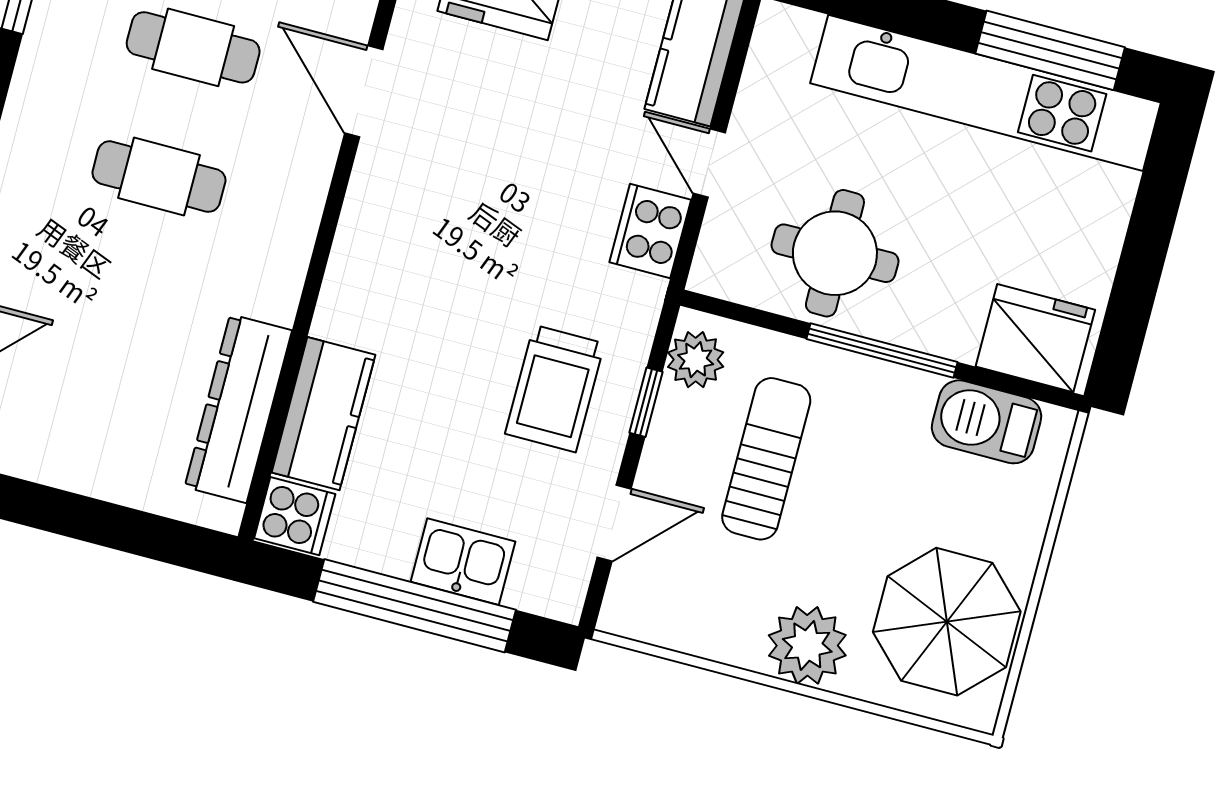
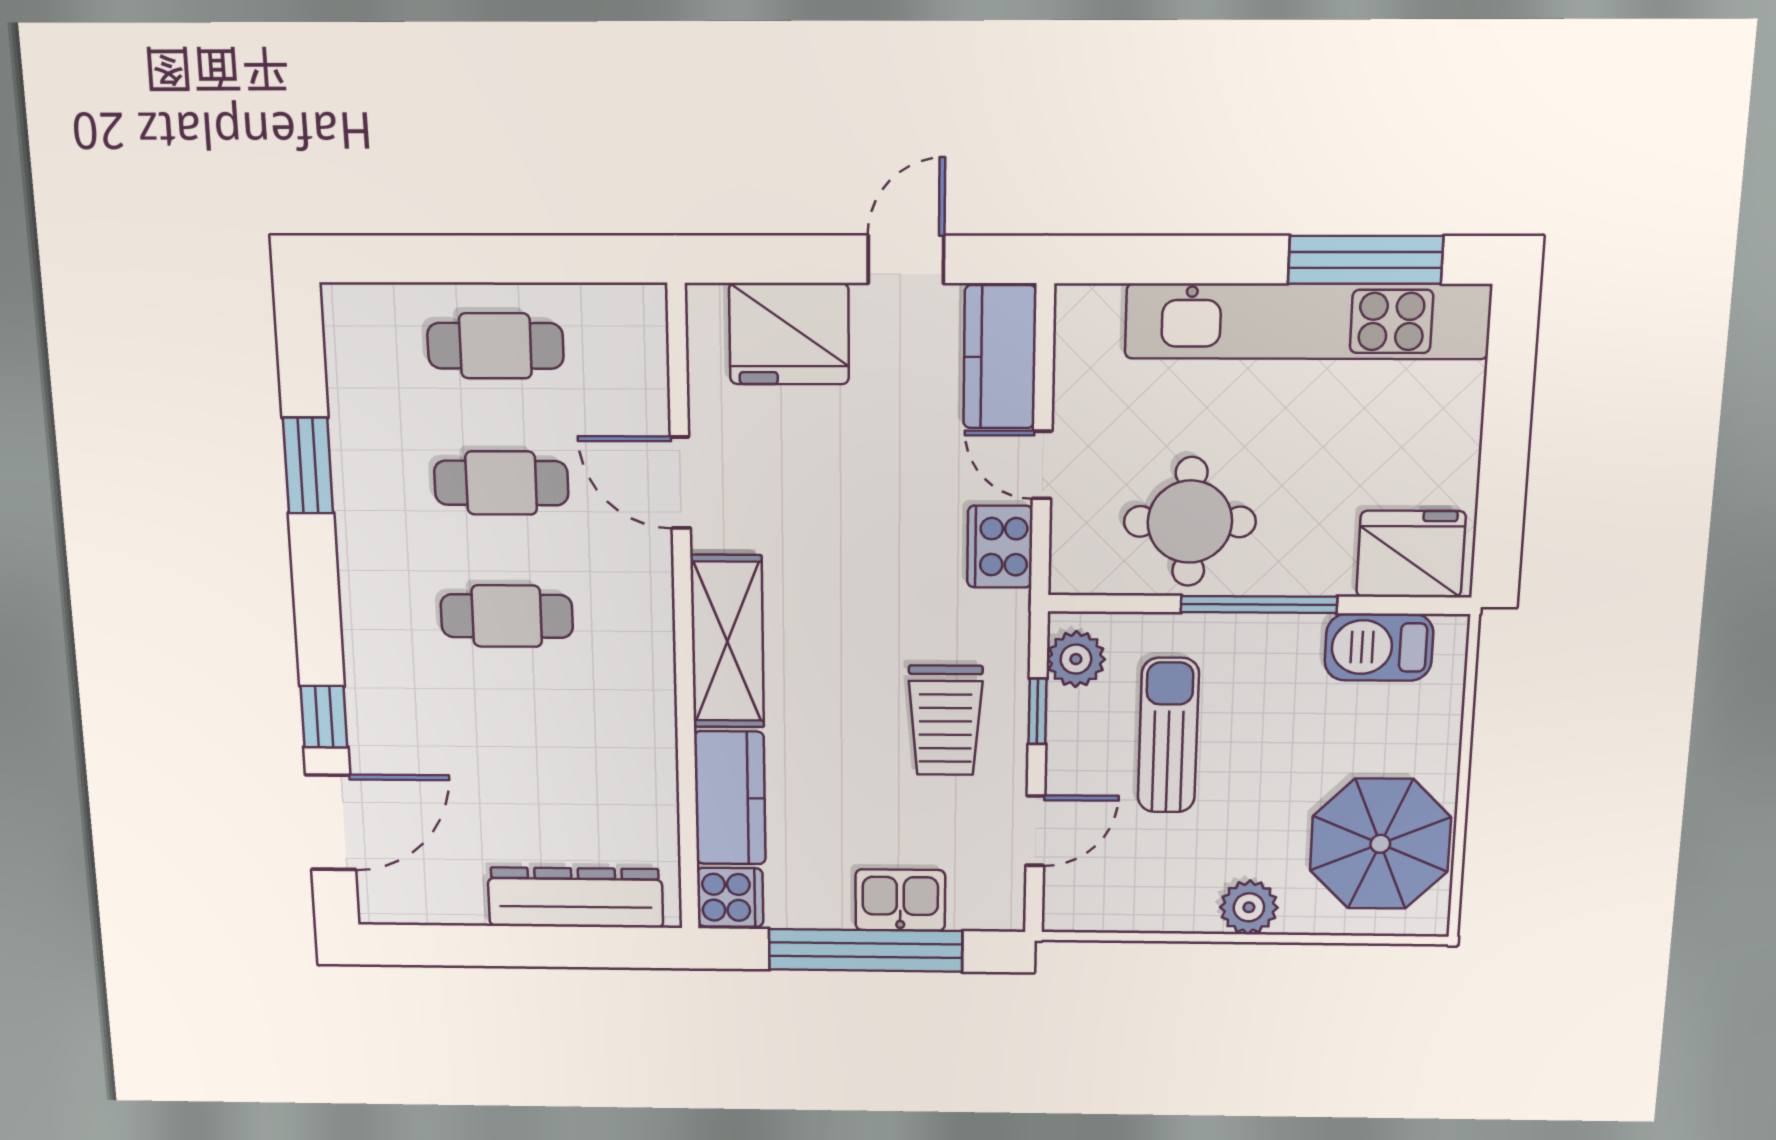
shelving: (365, 256) -> (727, 642), added
dresser: (238, 409) -> (575, 898), moved, turned 90
plant: (807, 645) -> (1249, 907), width x0.73, depth x0.73

